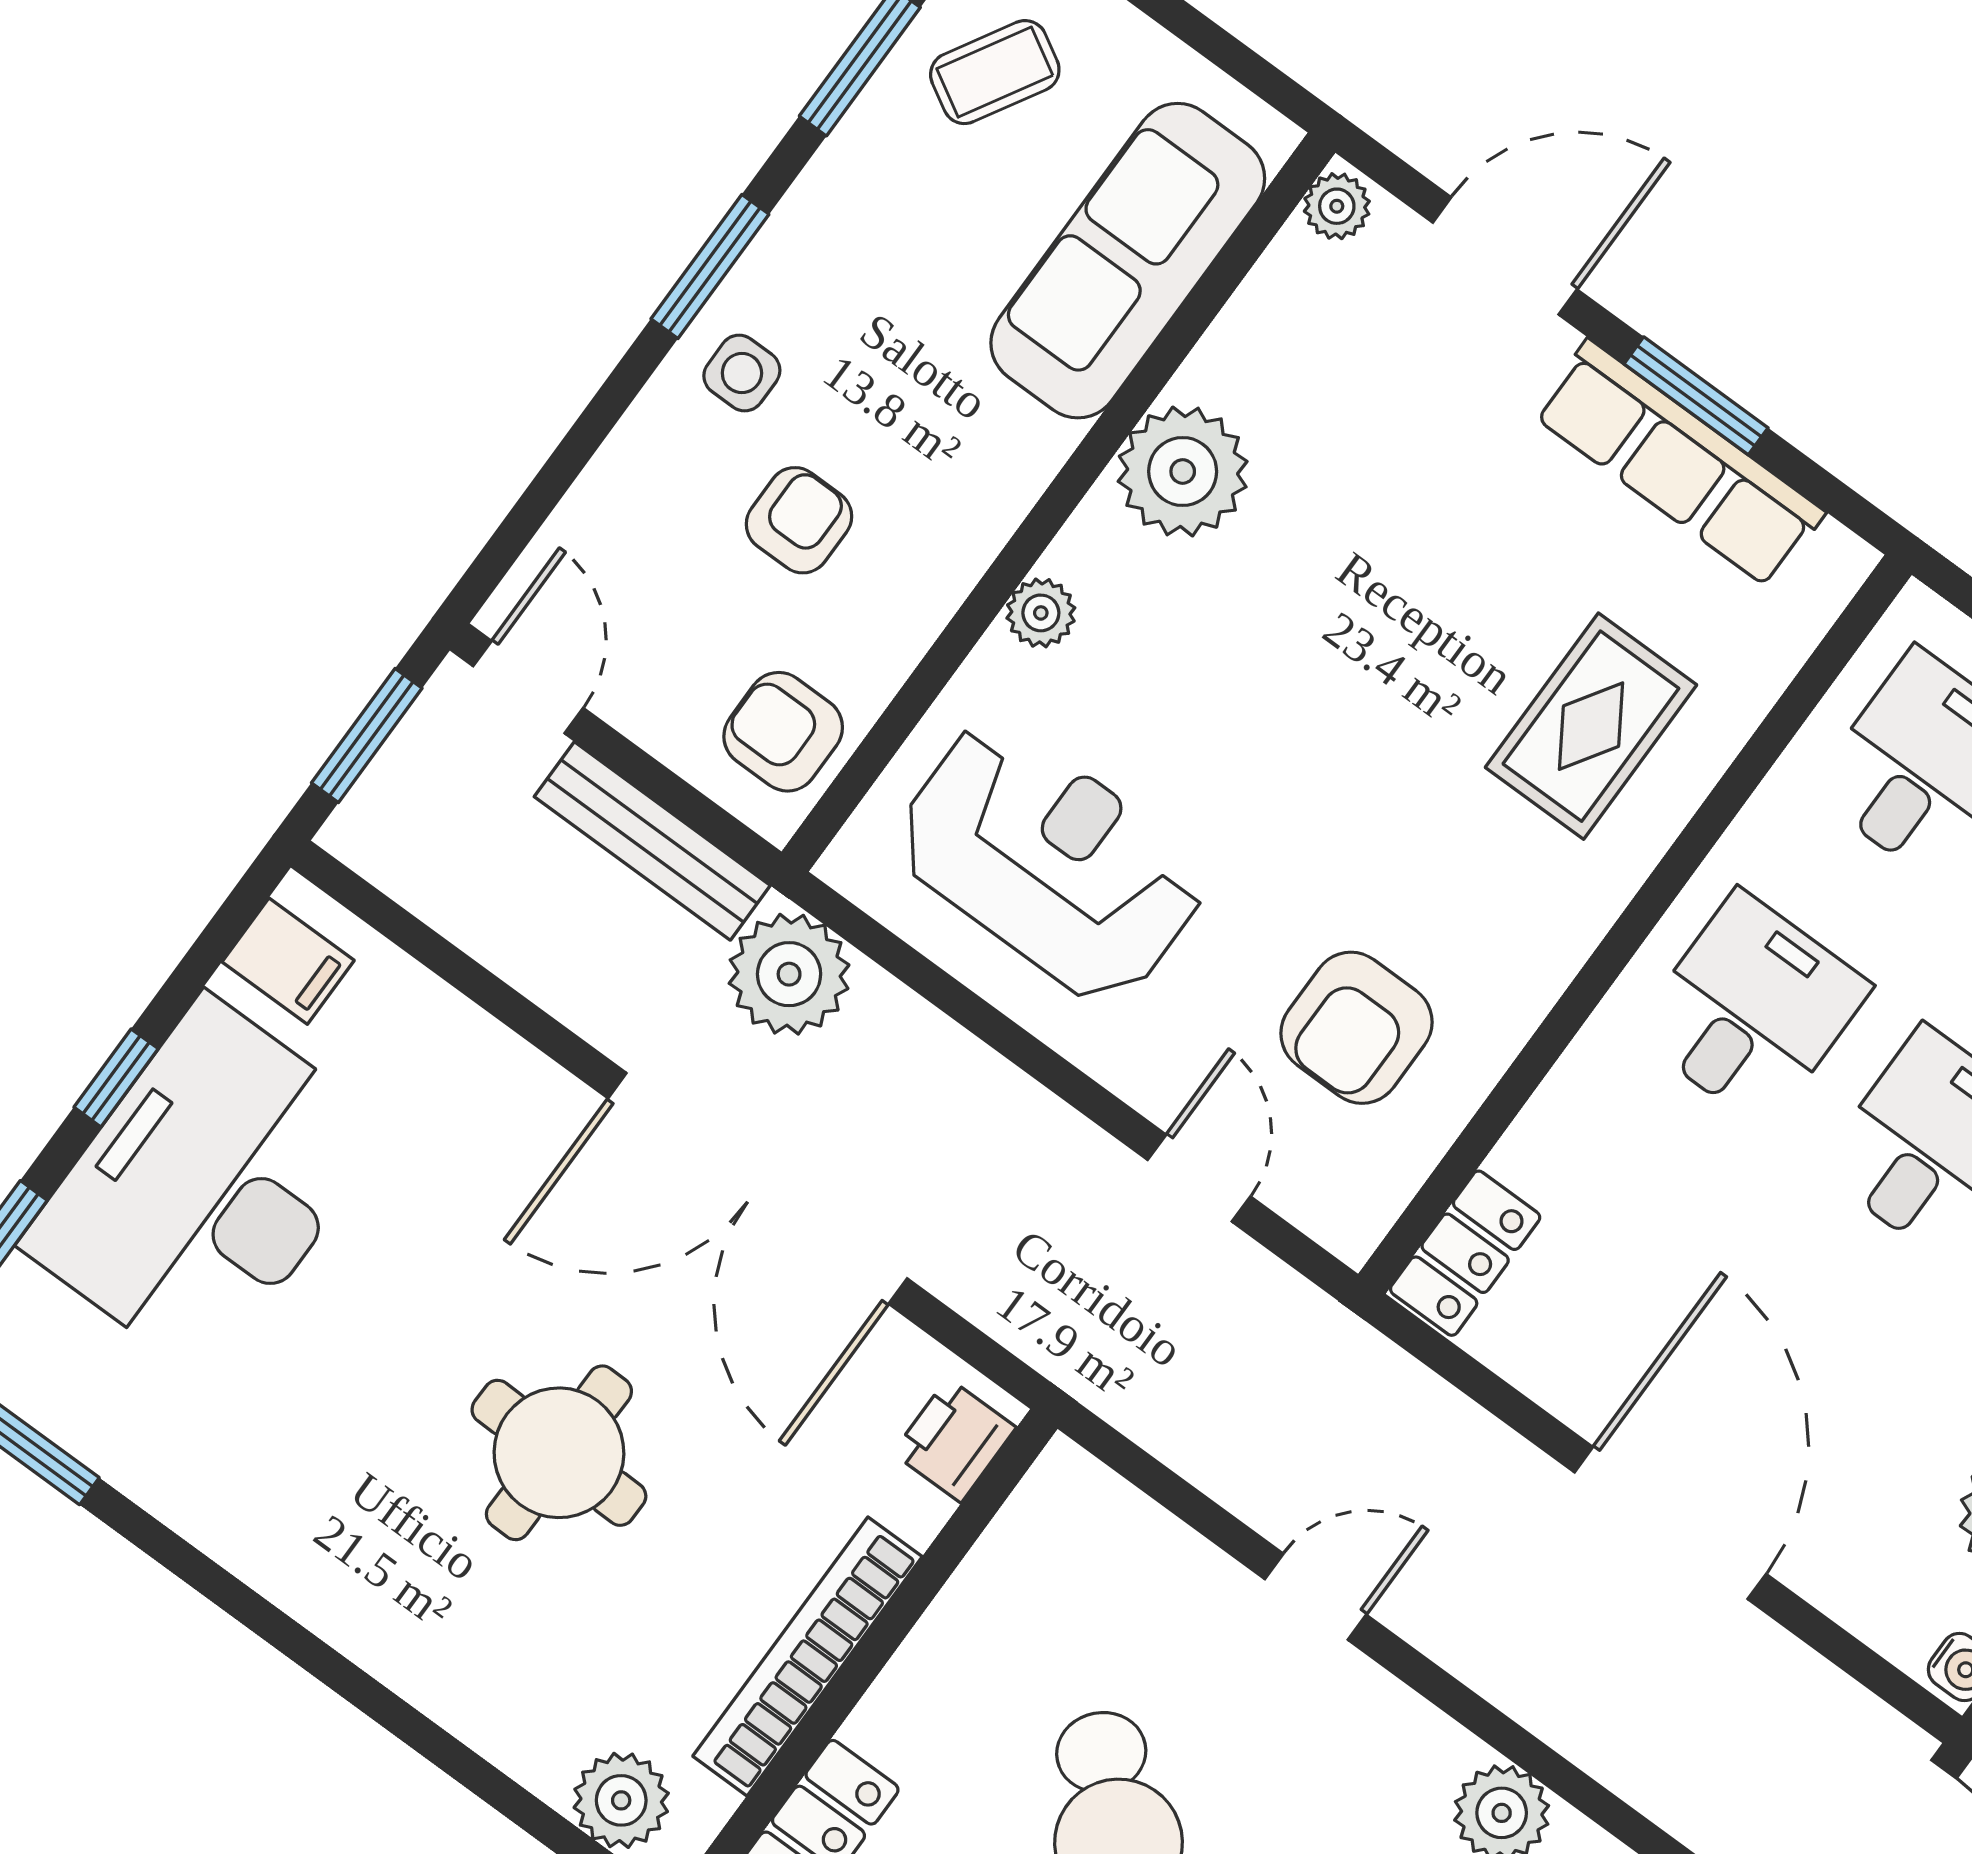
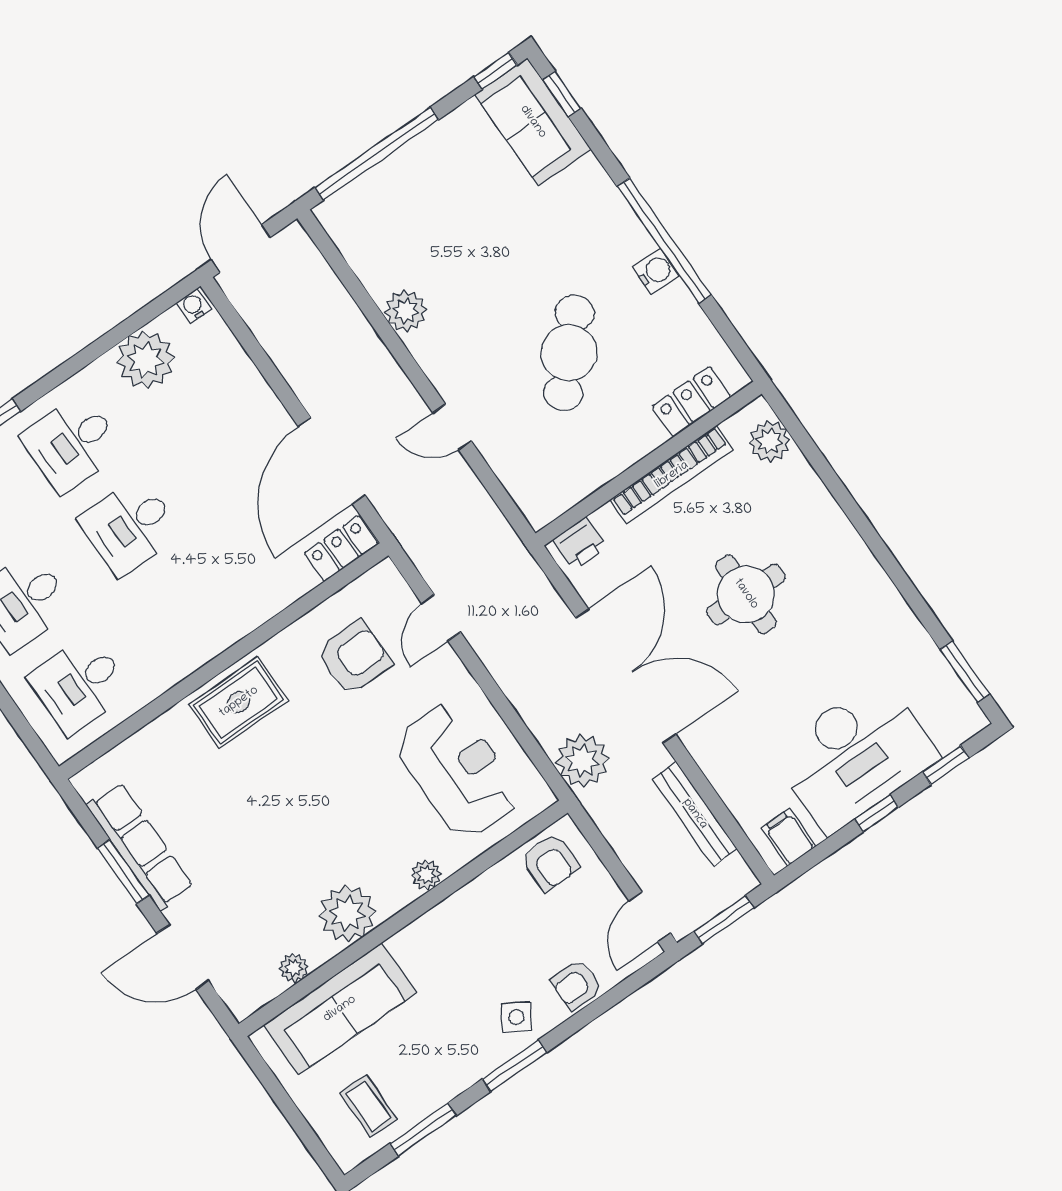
coffee table: (995, 72) -> (368, 1106), turned 60
plant: (1337, 206) -> (294, 968), moved
side table: (742, 373) -> (516, 1017), turned 31
armchair: (799, 520) -> (576, 985), moved
rug: (1591, 726) -> (239, 702), moved
bench: (652, 841) -> (695, 814), moved
reception desk: (1050, 861) -> (458, 770), turned 180
desk: (1752, 1010) -> (187, 609), removed
door: (1670, 1523) -> (332, 461), moved

